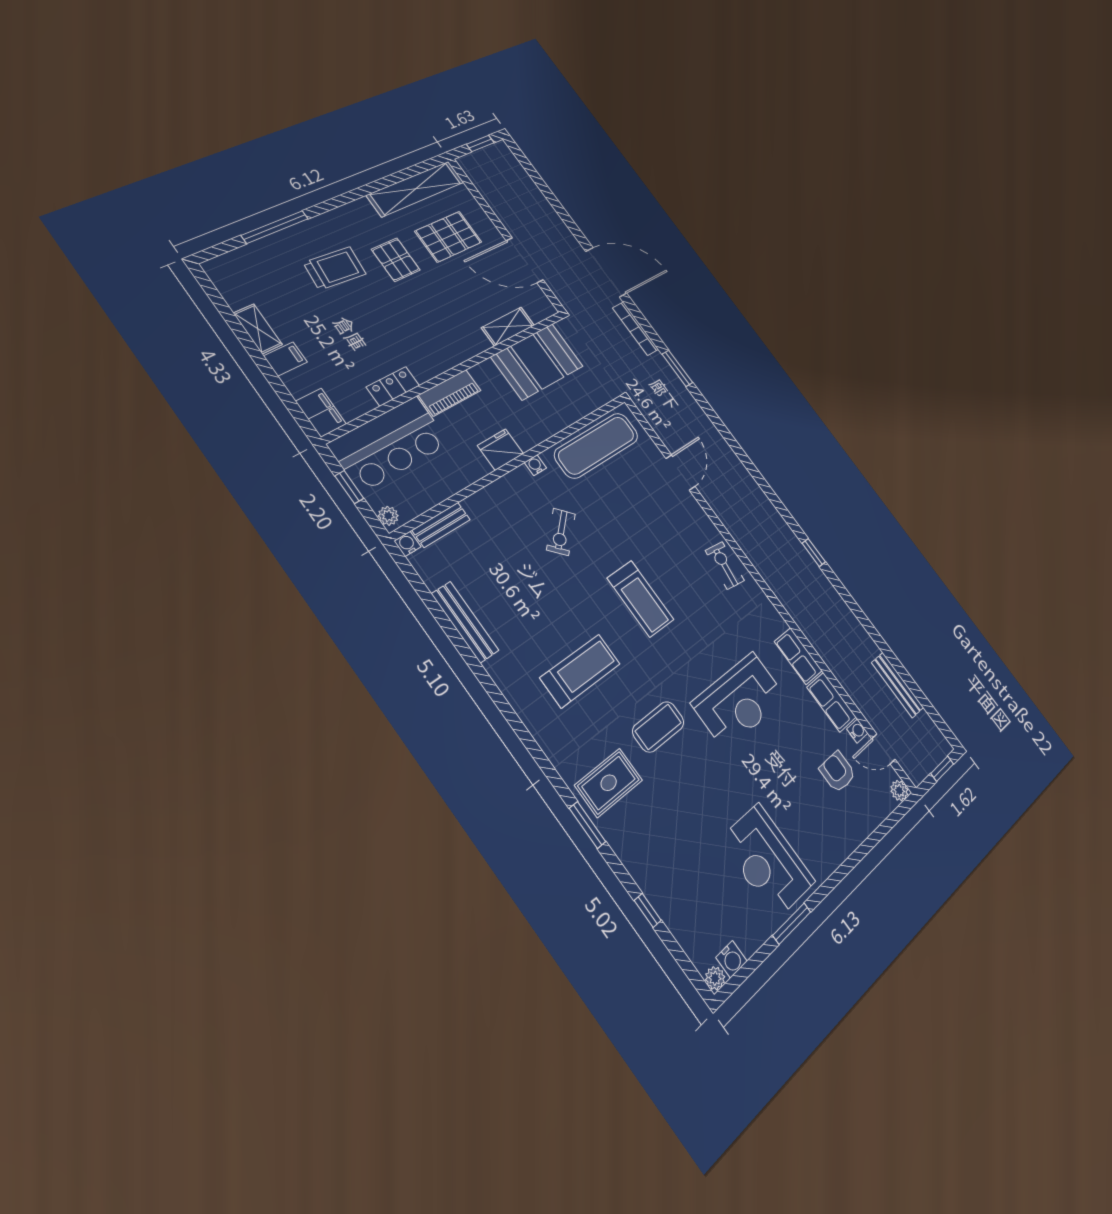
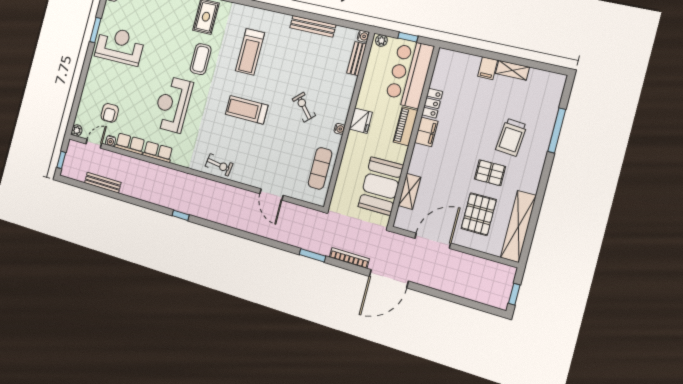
filing cabinet: (321, 413) -> (426, 132), moved, turned -90
exercise mat: (597, 445) -> (320, 168), width x0.73, depth x0.69
armchair: (837, 772) -> (110, 113), turned 90

